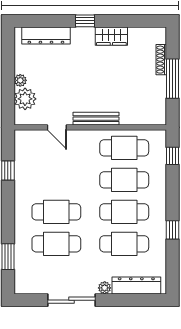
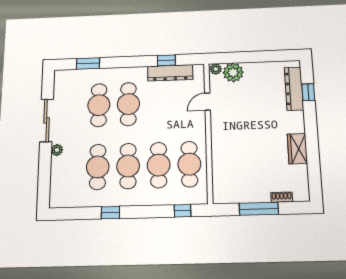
window: (85, 21) -> (308, 92), moved
shoe rack: (161, 60) -> (282, 197), width x0.70
plant: (20, 80) -> (216, 69), moved
bench: (96, 119) -> (217, 137), removed
dresser: (136, 285) -> (170, 73), moved, turned 90

